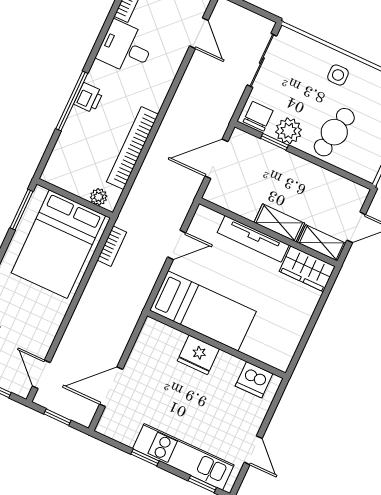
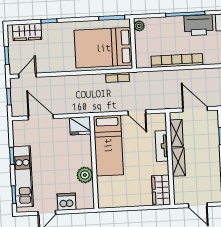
printer: (89, 98) -> (198, 25), width x1.87, depth x1.48
plant: (99, 197) -> (139, 26), moved
tv unit: (253, 239) -> (162, 146), width x0.71
shelving: (322, 243) -> (176, 133), moved
fridge: (198, 355) -> (80, 126), moved, turned -90
plant: (228, 367) -> (85, 175), added
dishwasher: (254, 380) -> (67, 202), moved, turned 90

